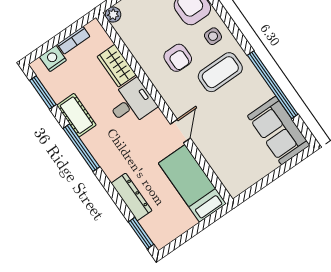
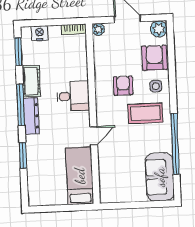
bookcase: (74, 40) -> (74, 29), moved
armchair: (178, 58) -> (123, 86), turned 180
wardrobe: (117, 66) -> (79, 65), removed
dresser: (131, 197) -> (31, 116), moved
window: (141, 233) -> (23, 155), moved

